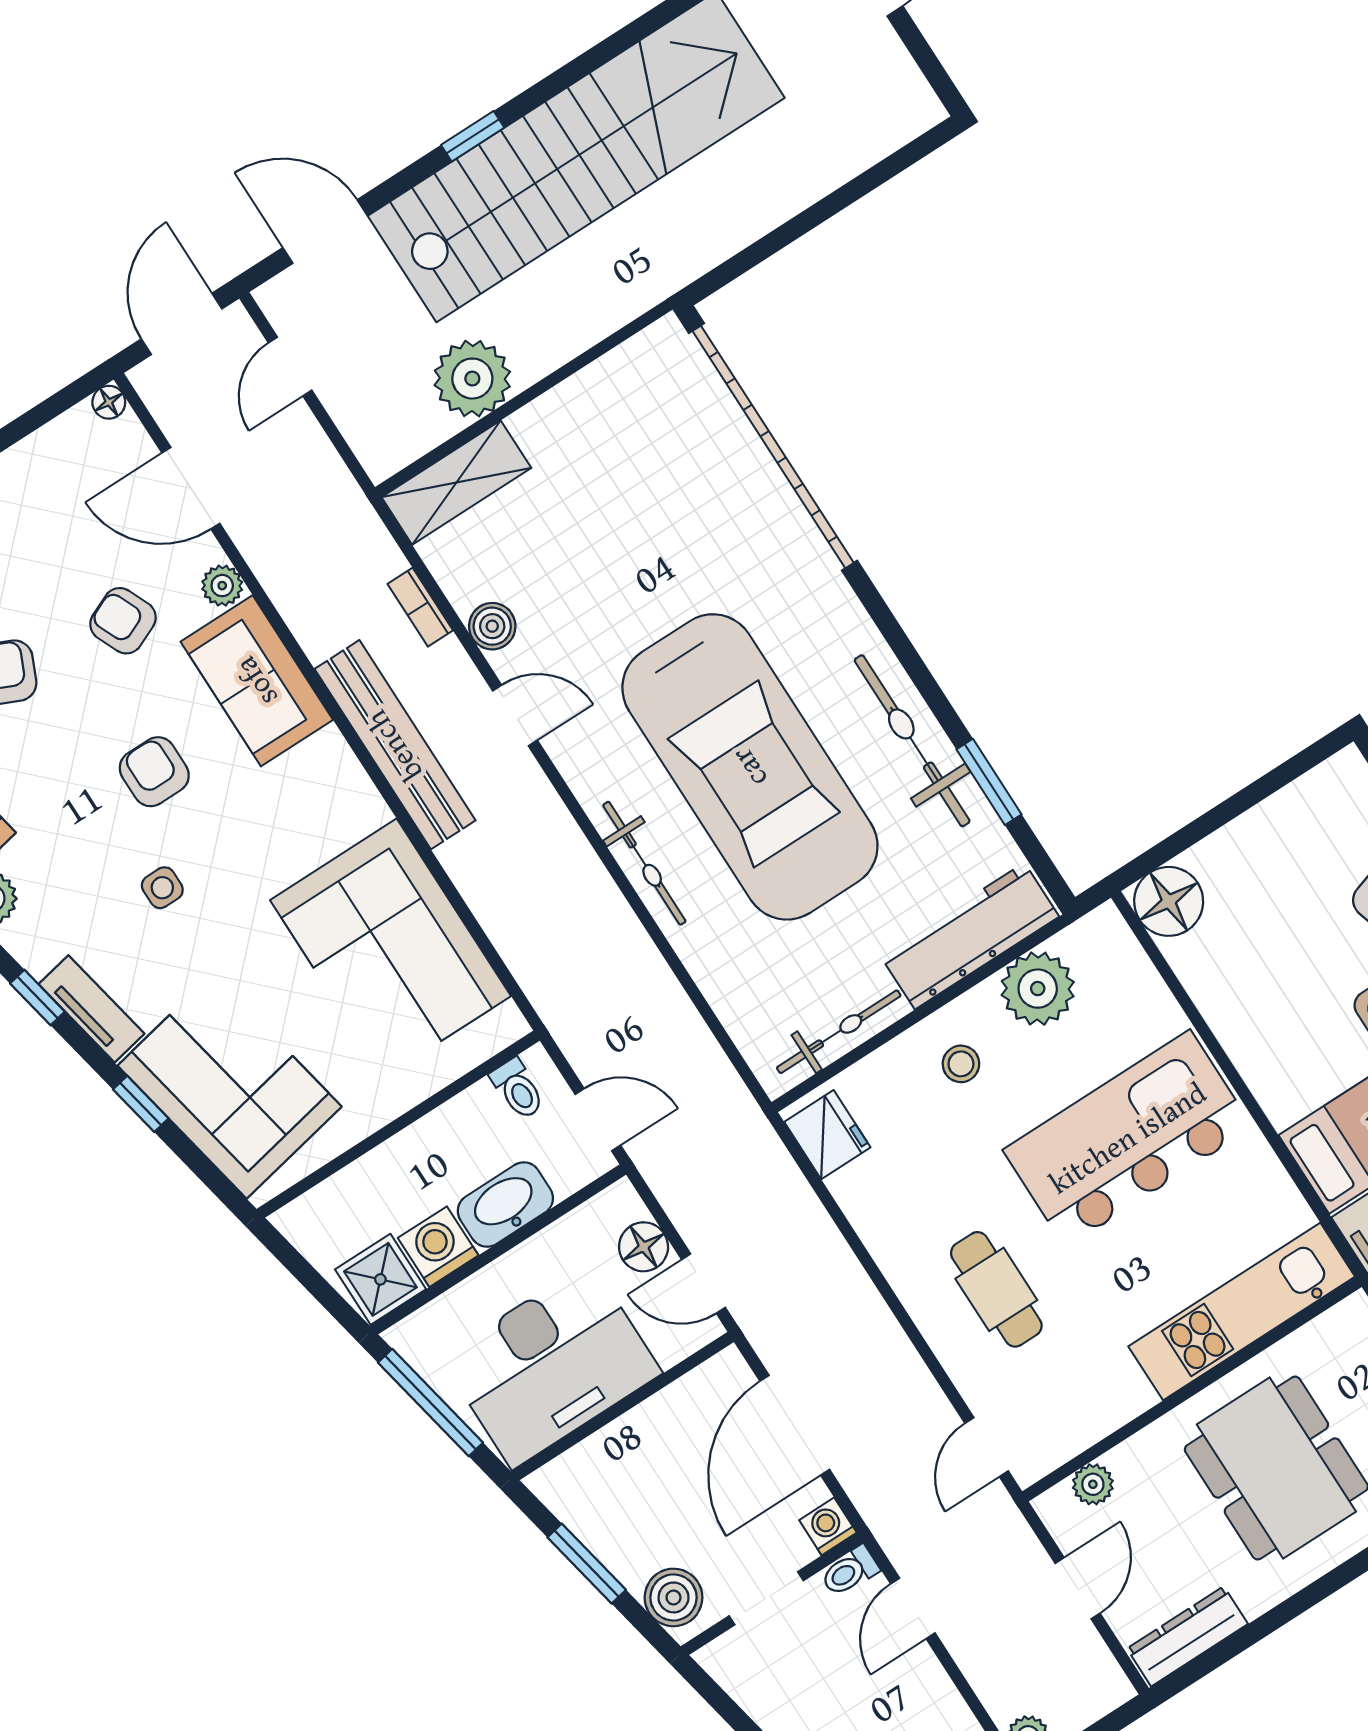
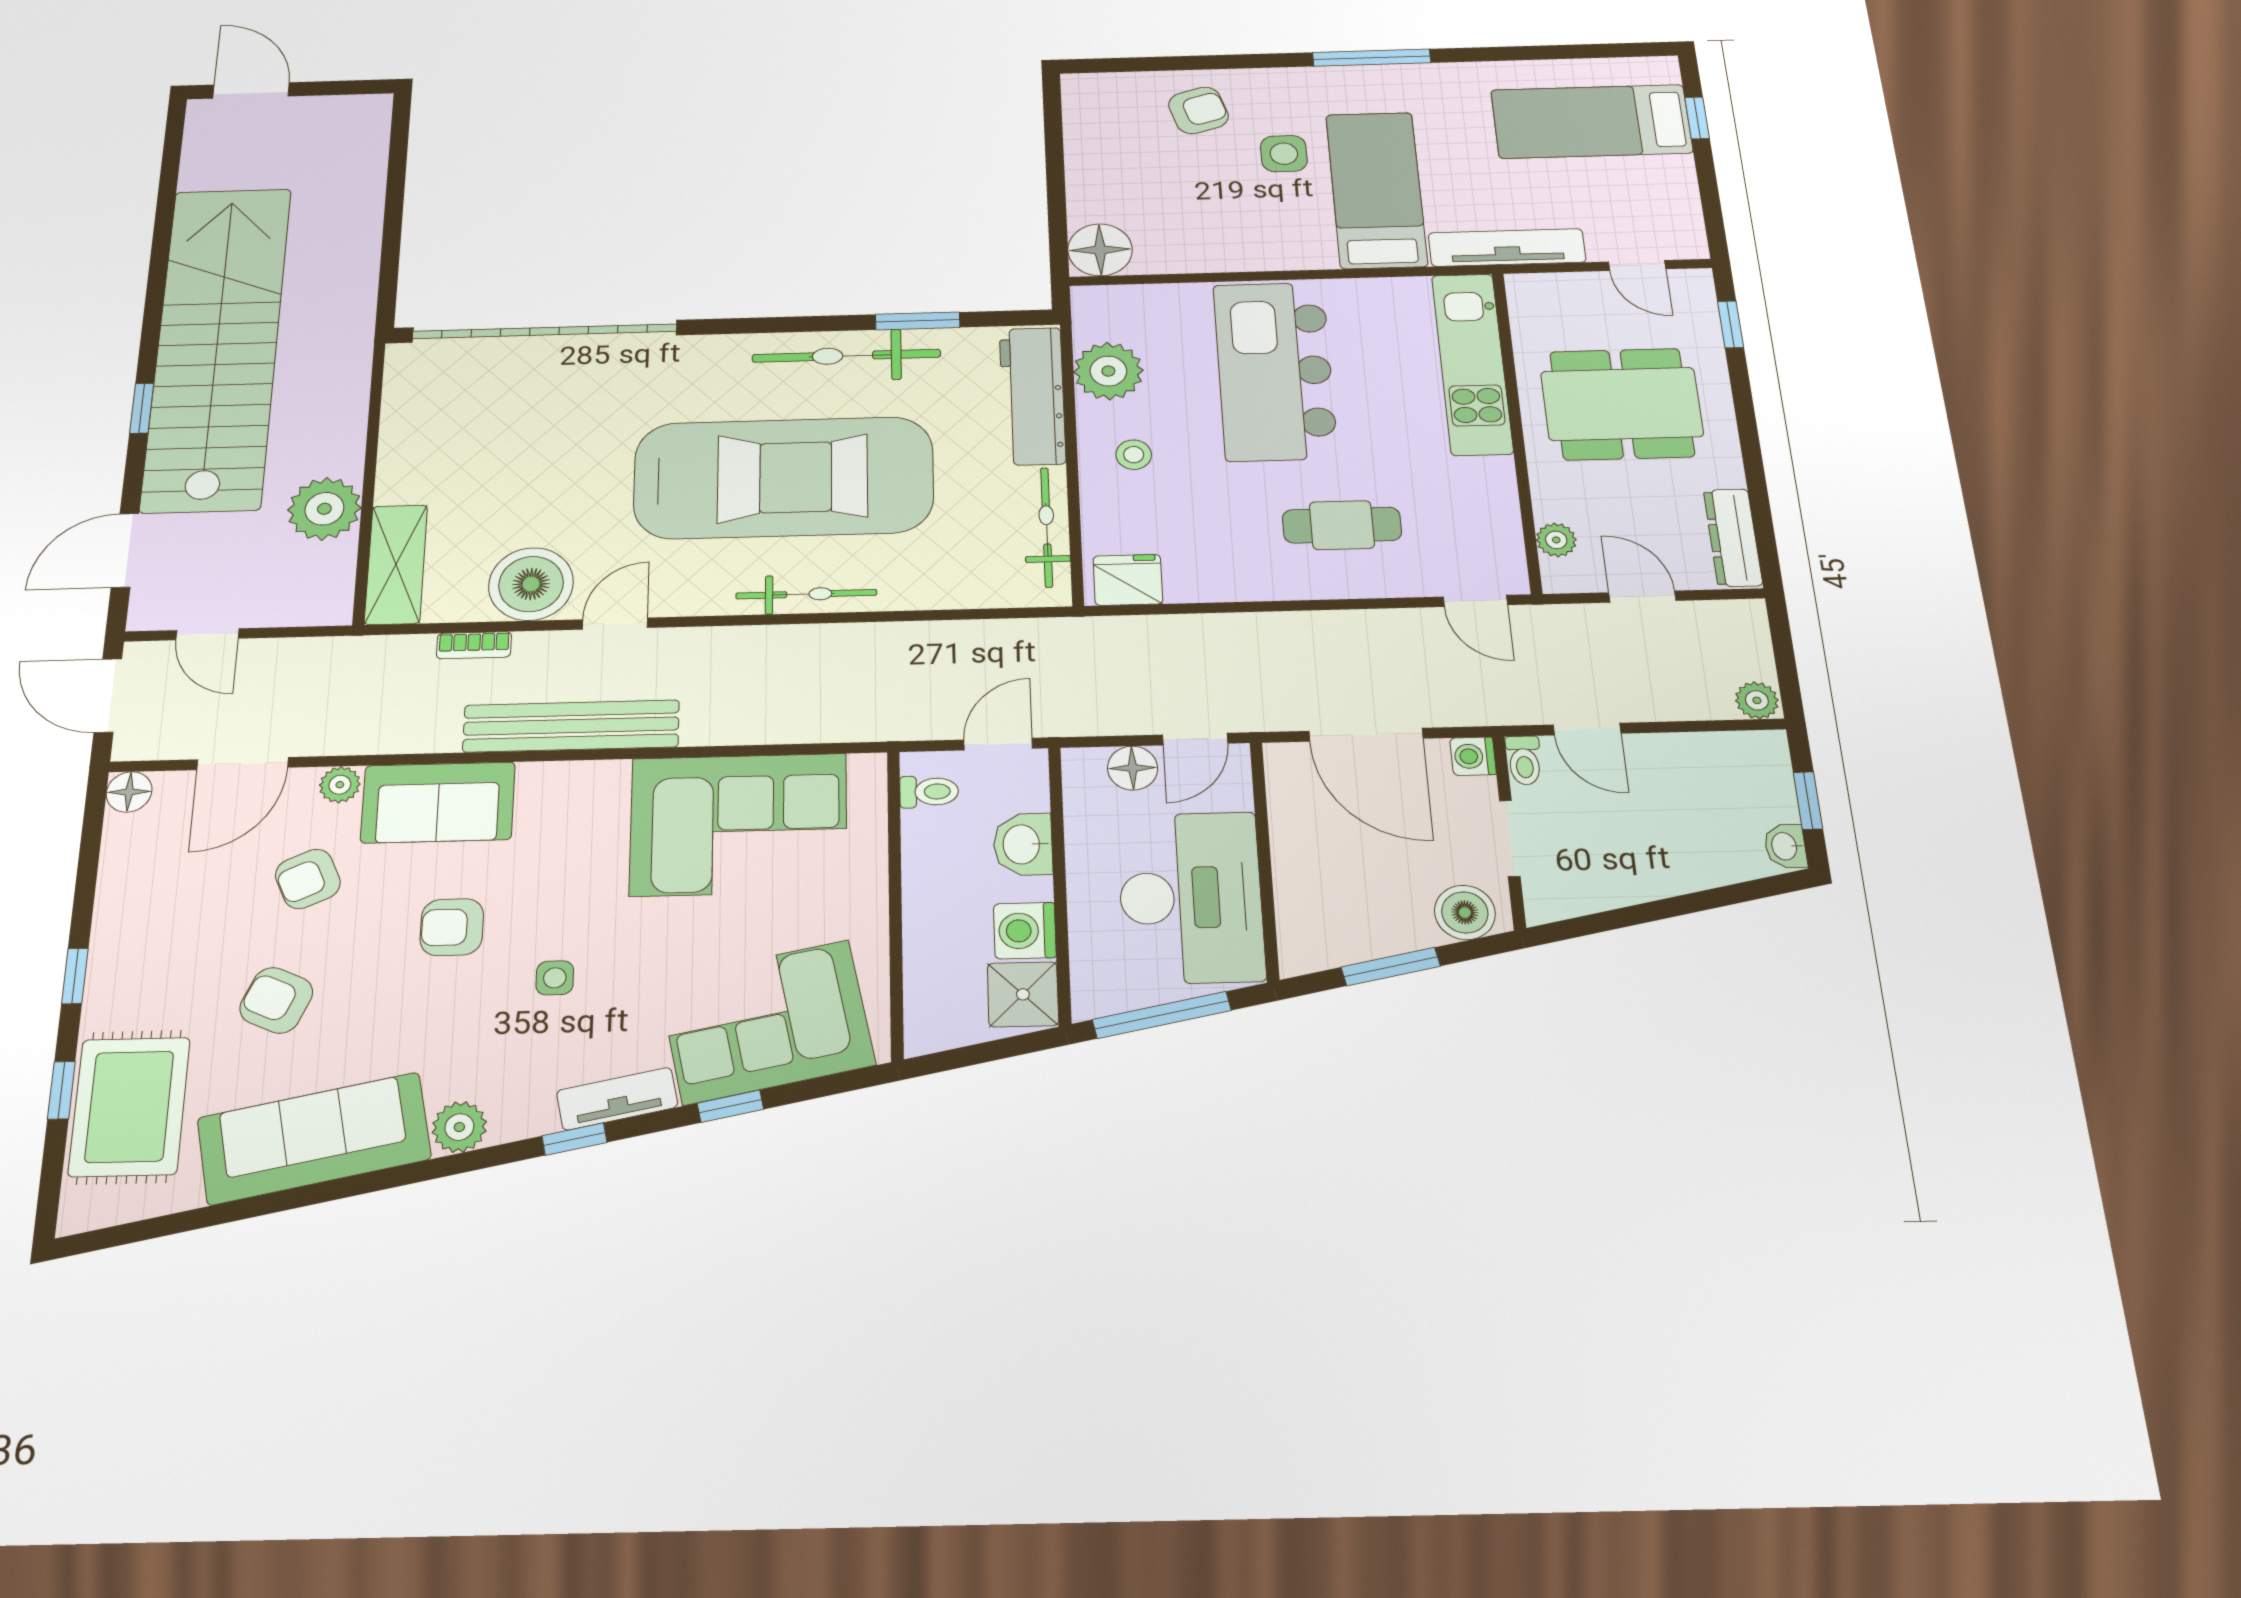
floor lamp: (109, 402) -> (129, 792), width x1.37, depth x1.37
boiler: (492, 626) -> (531, 584), width x1.86, depth x1.86
washbasin: (505, 1205) -> (1023, 844), width x0.72

